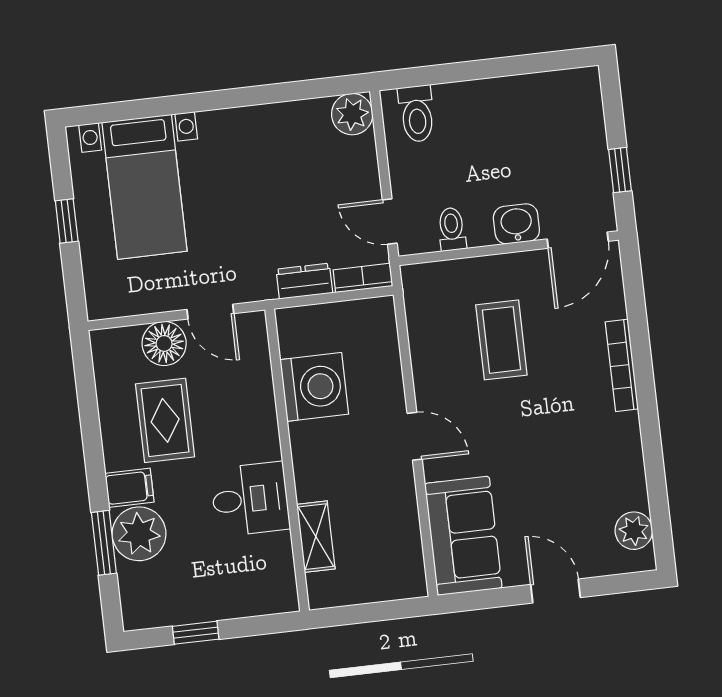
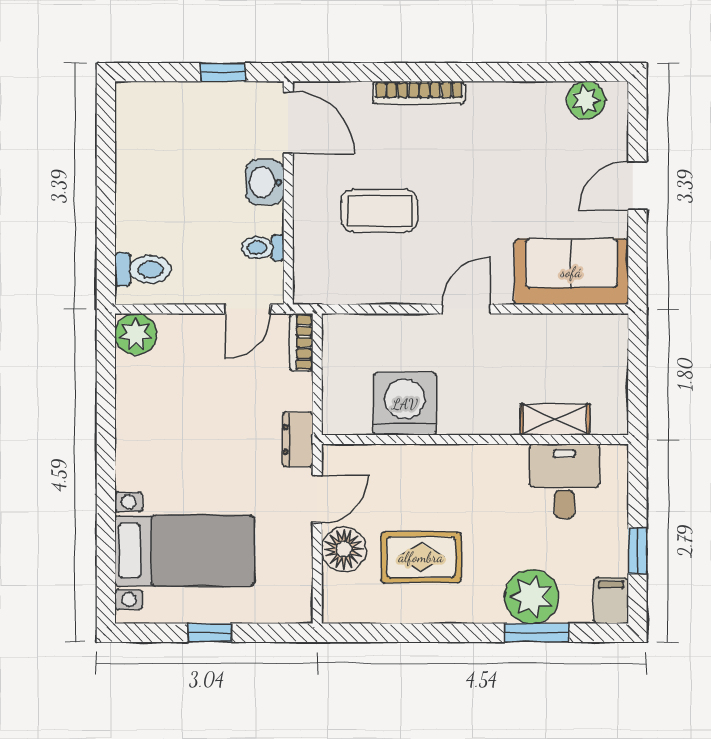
dresser: (304, 281) -> (298, 439), moved
filing cabinet: (129, 488) -> (611, 601), moved
desk: (250, 499) -> (564, 481), moved

